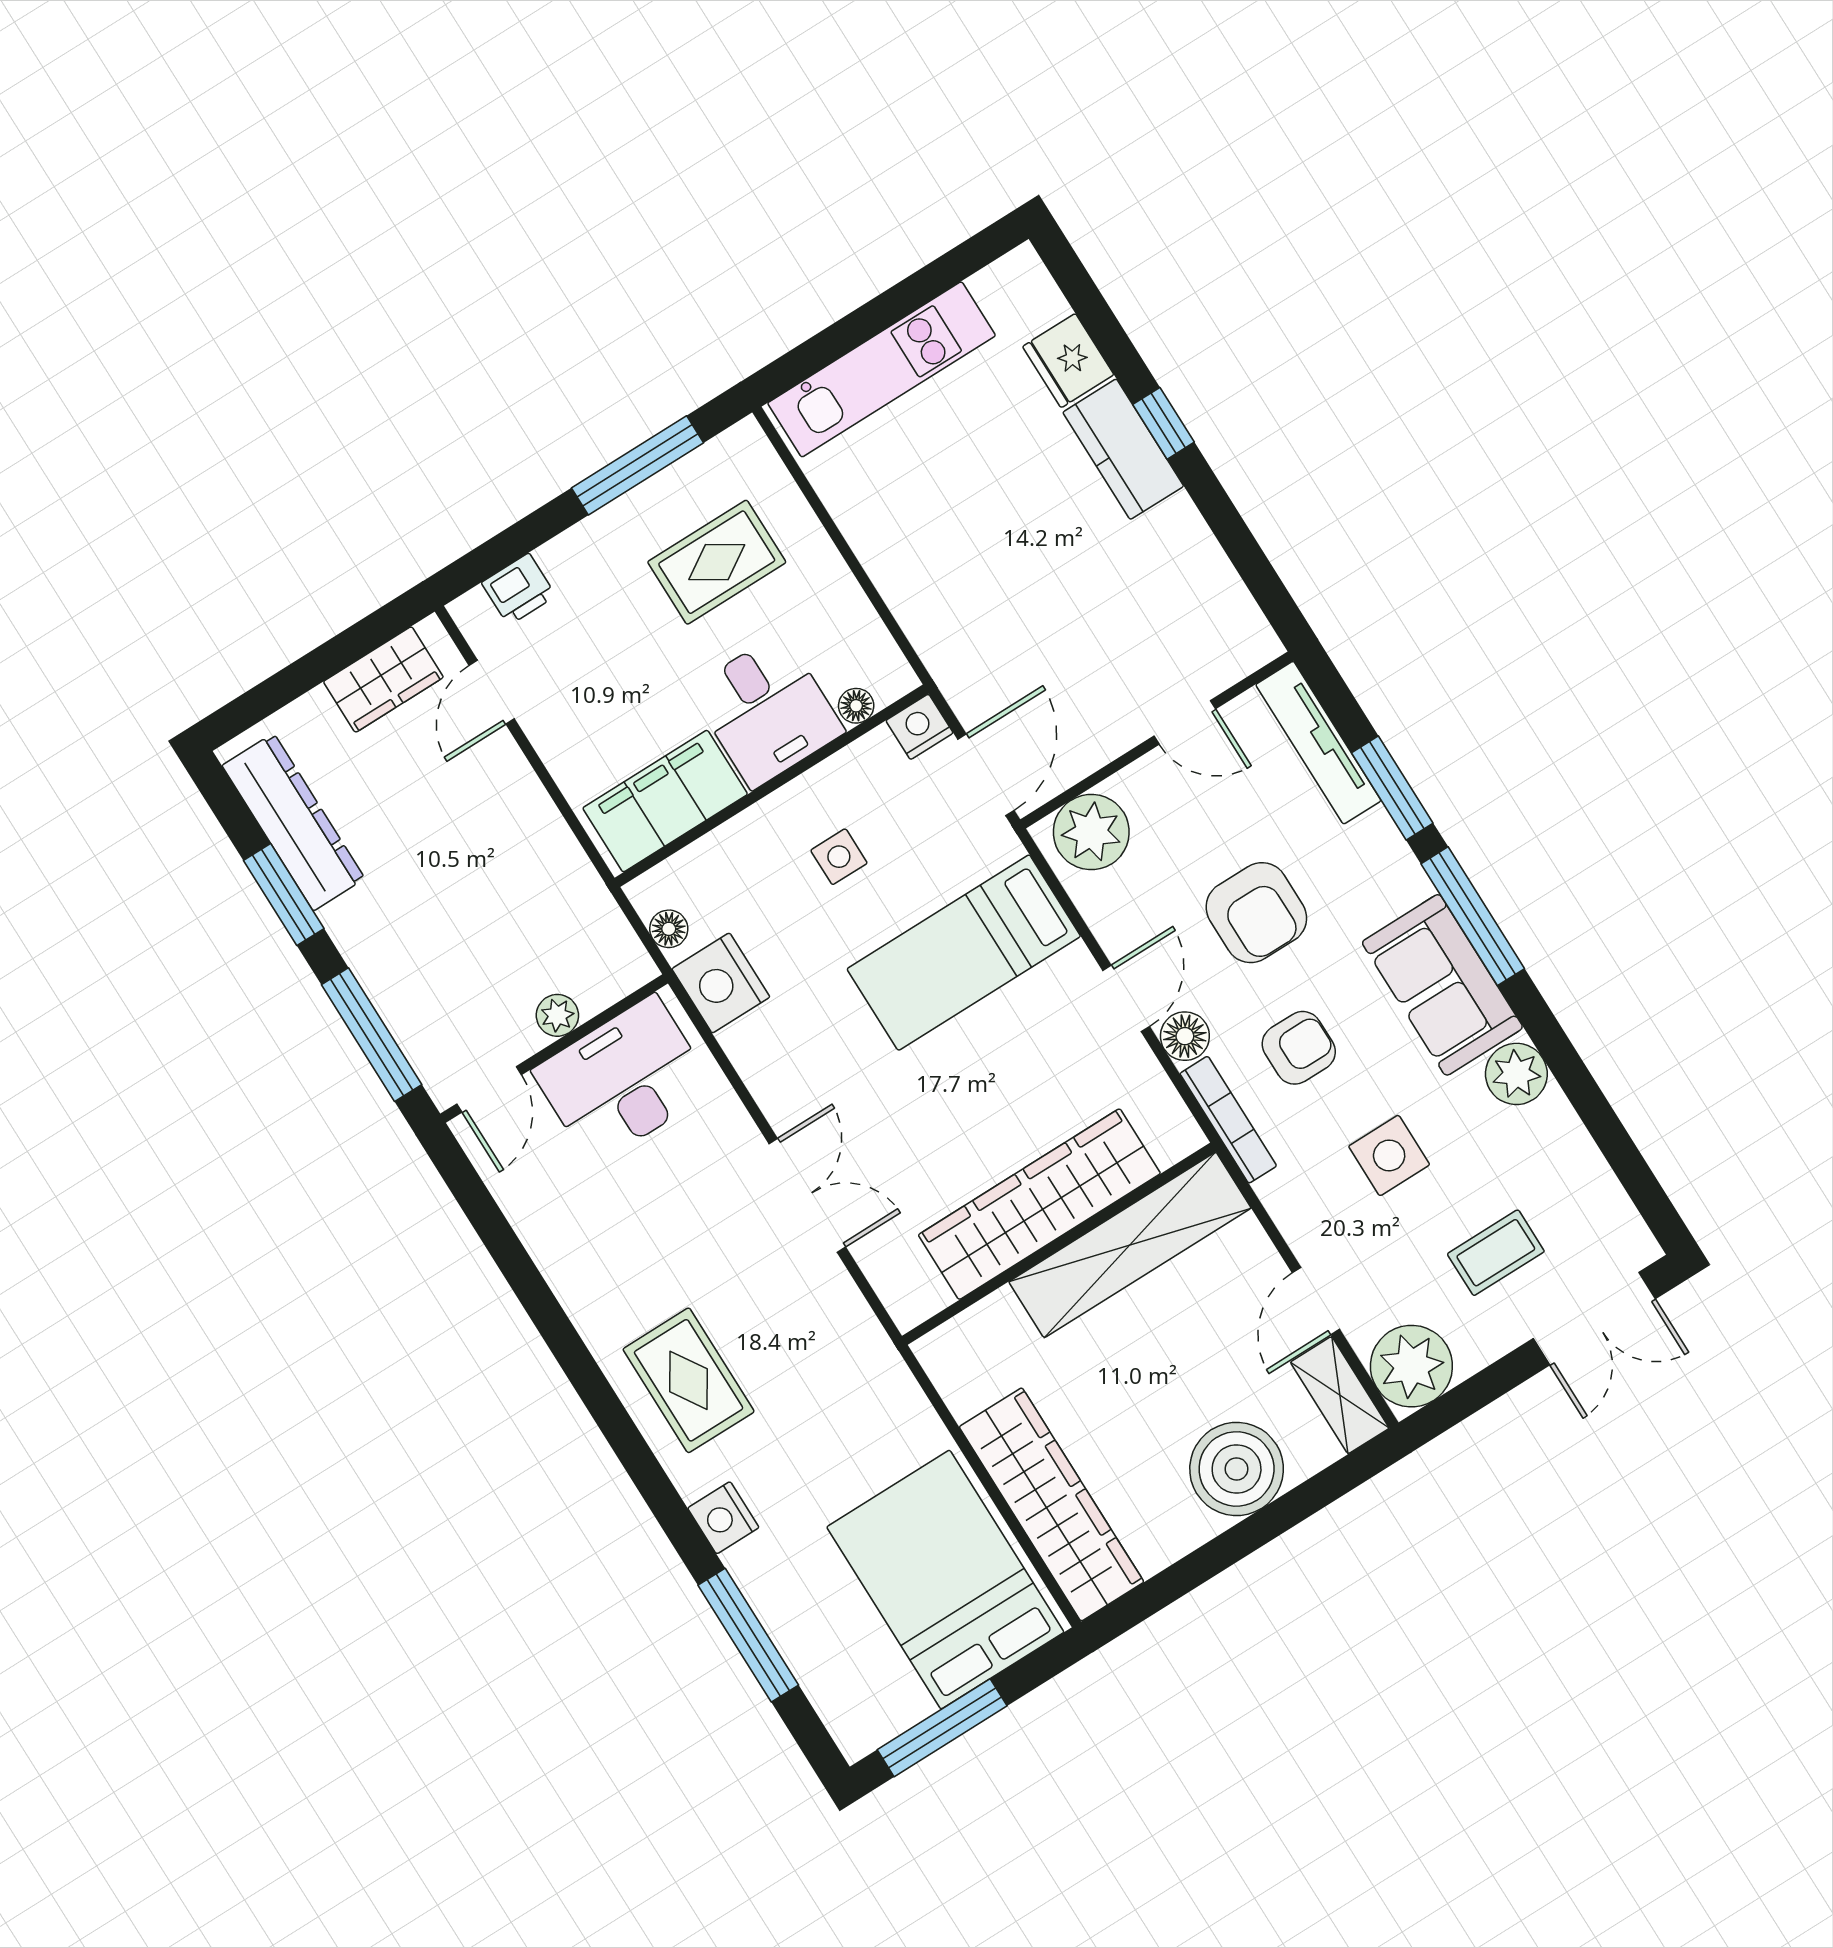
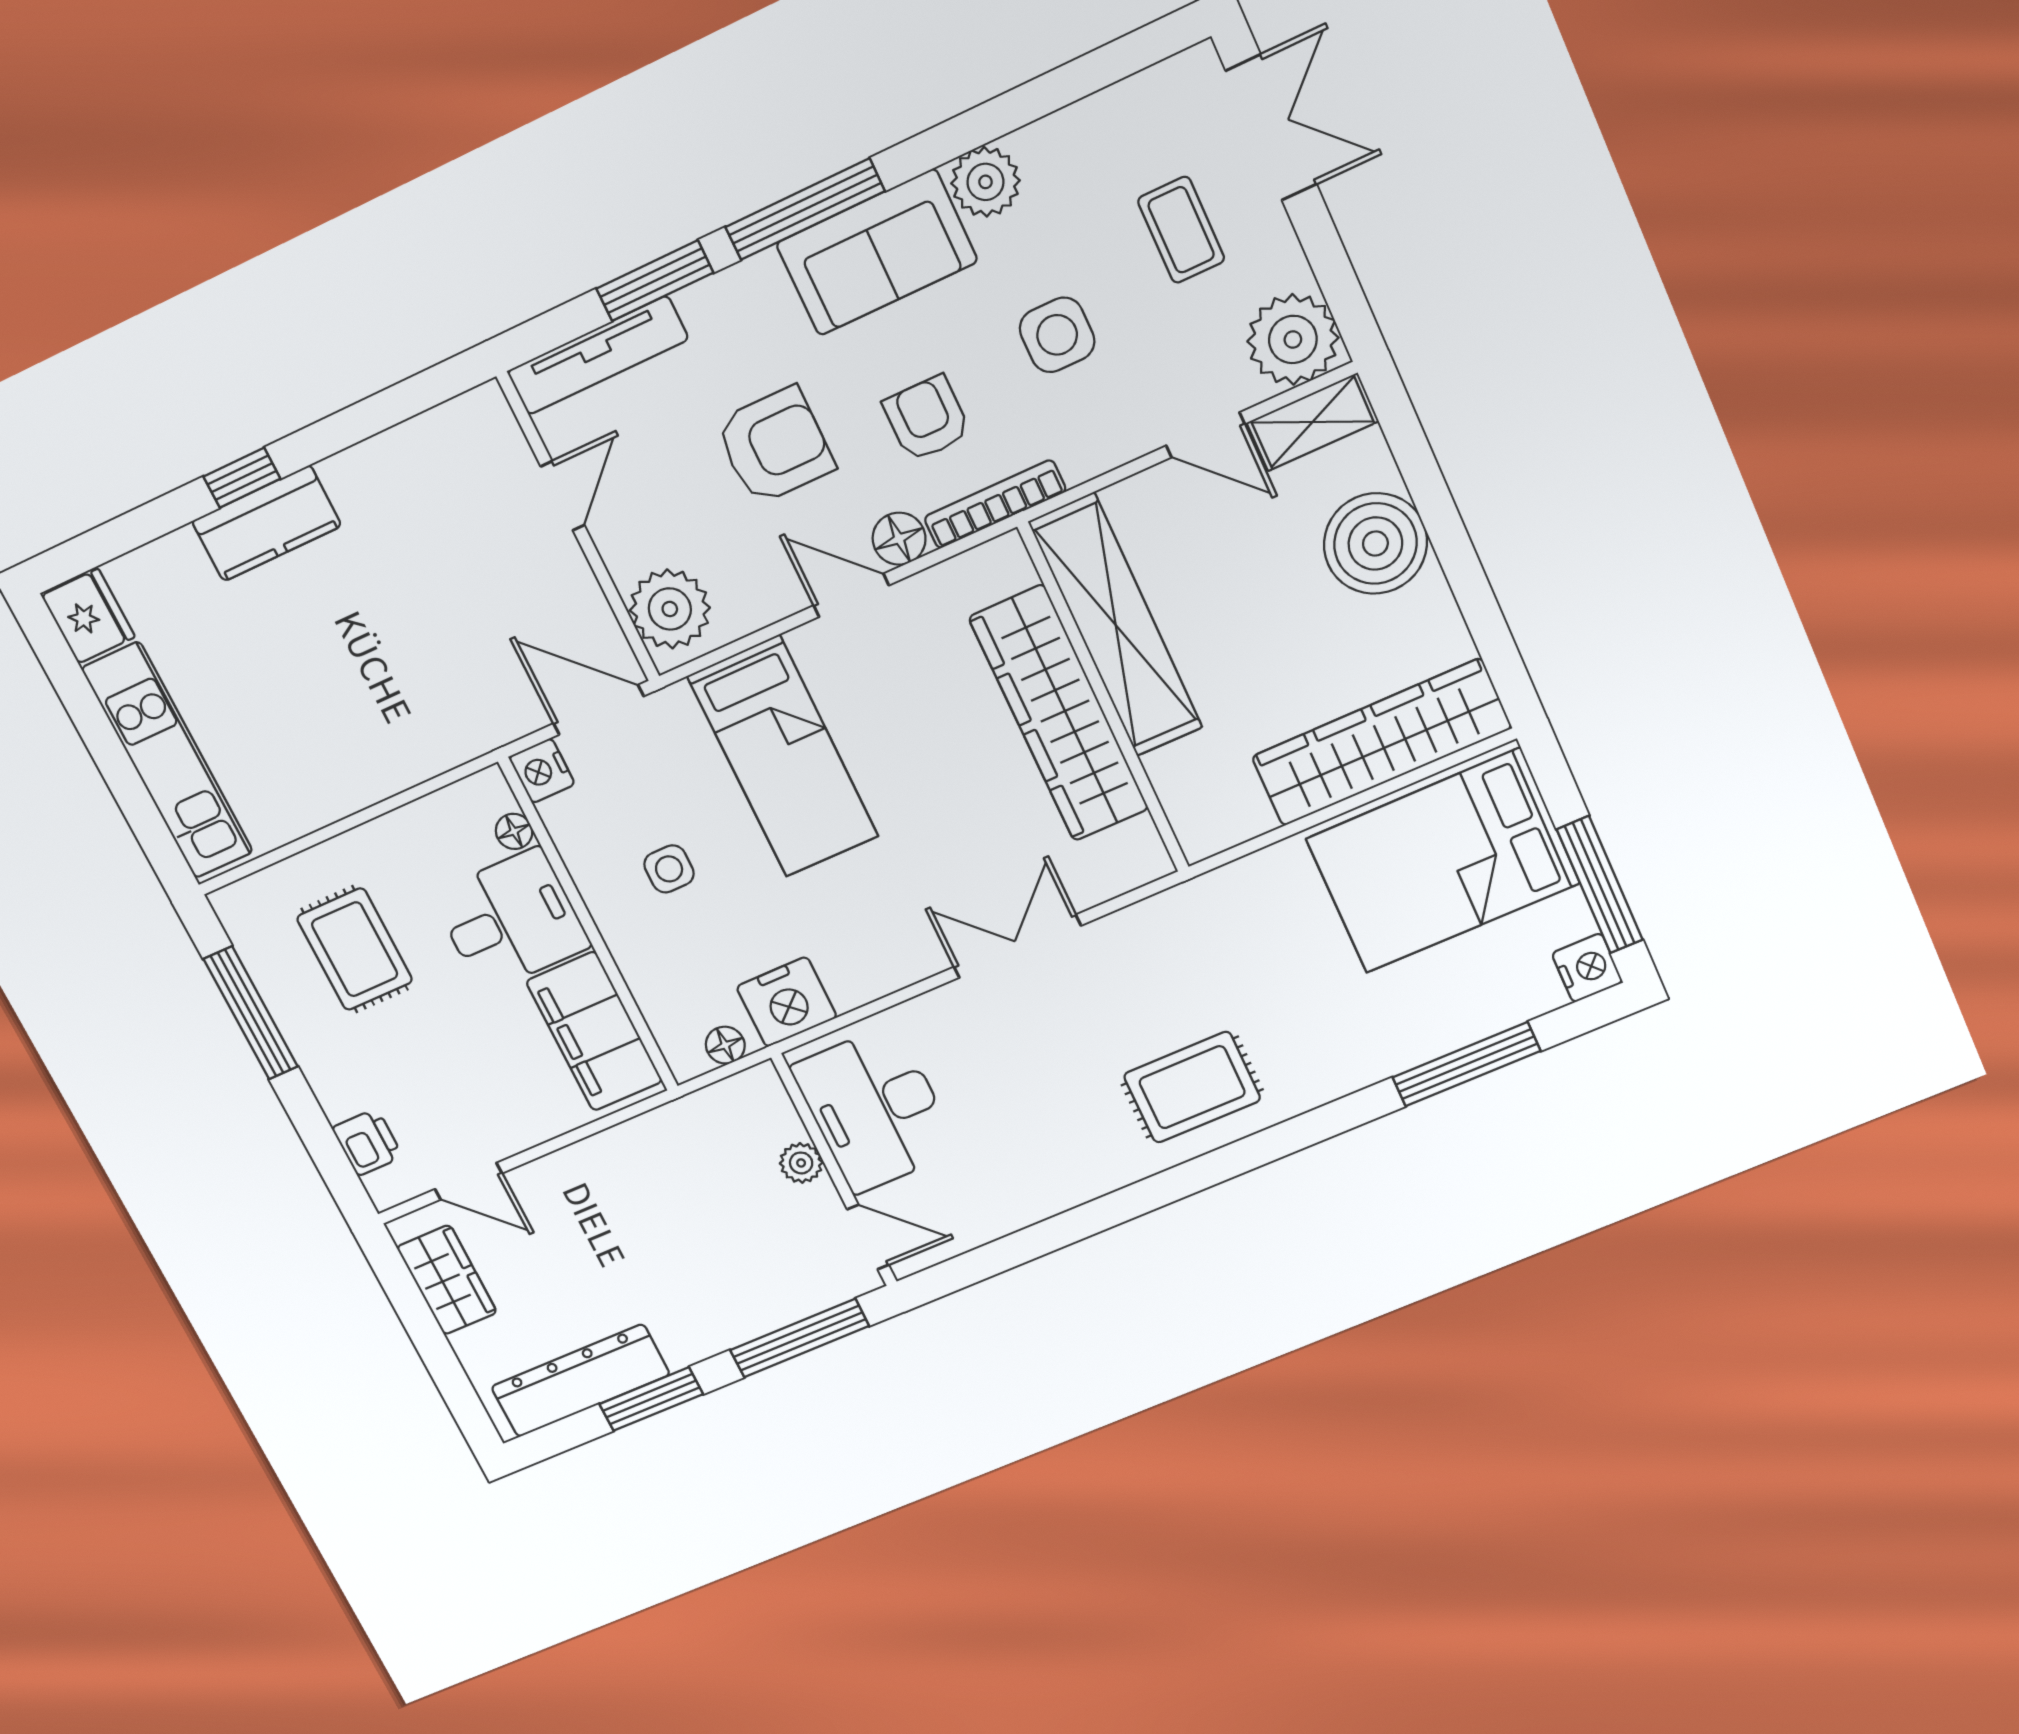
fridge: (1068, 361) -> (88, 616), moved, turned -90
nightstand: (723, 1518) -> (1587, 968), moved, turned -90

